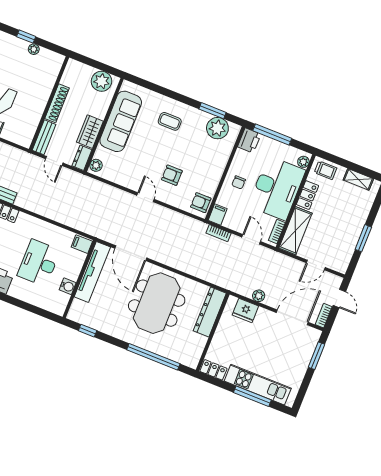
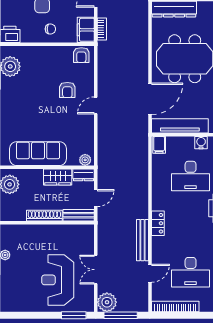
coffee table: (170, 121) -> (21, 111), removed
filing cabinet: (218, 214) -> (86, 30), width x2.00

